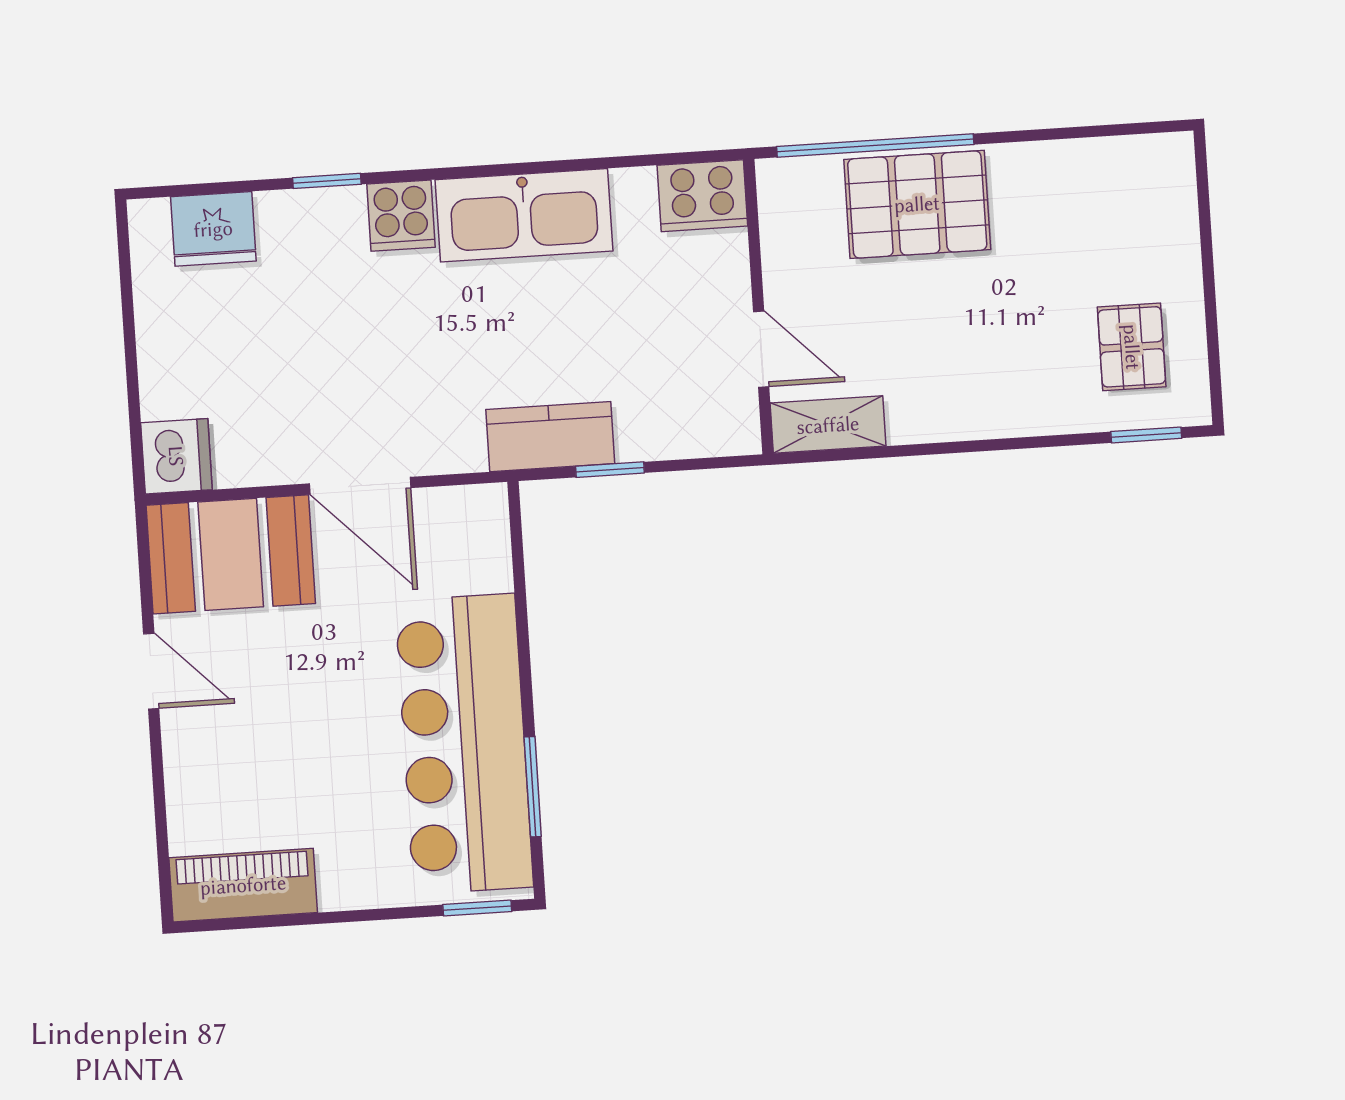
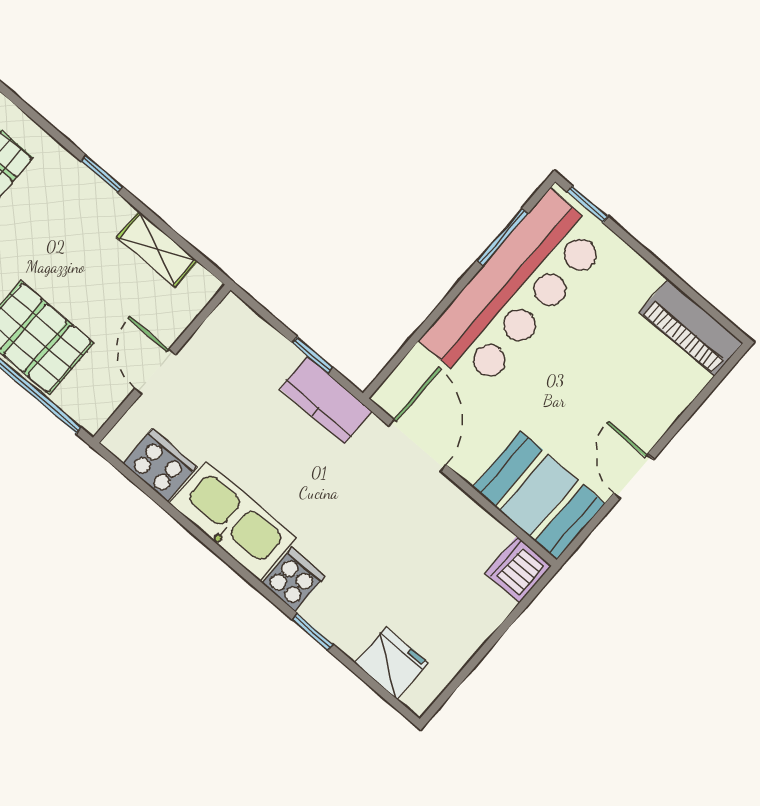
cooker: (702, 196) -> (160, 465), moved
door: (761, 349) -> (155, 372), moved
shelving: (828, 425) -> (157, 249), moved
window: (1146, 435) -> (102, 174), moved
door: (360, 486) -> (417, 445), moved

